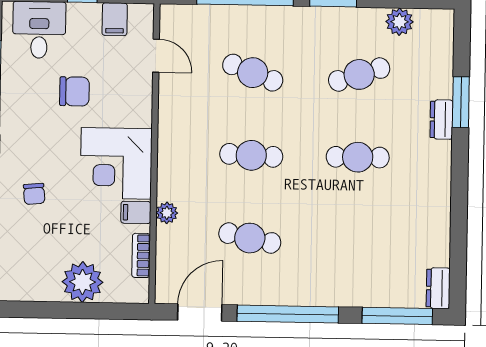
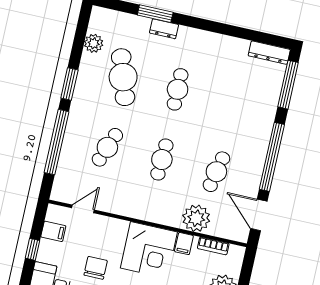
cafe table: (359, 74) -> (123, 77), width x1.37, depth x1.35
plant: (167, 213) -> (196, 218), width x1.87, depth x1.87
dresser: (438, 288) -> (269, 53), width x1.44

